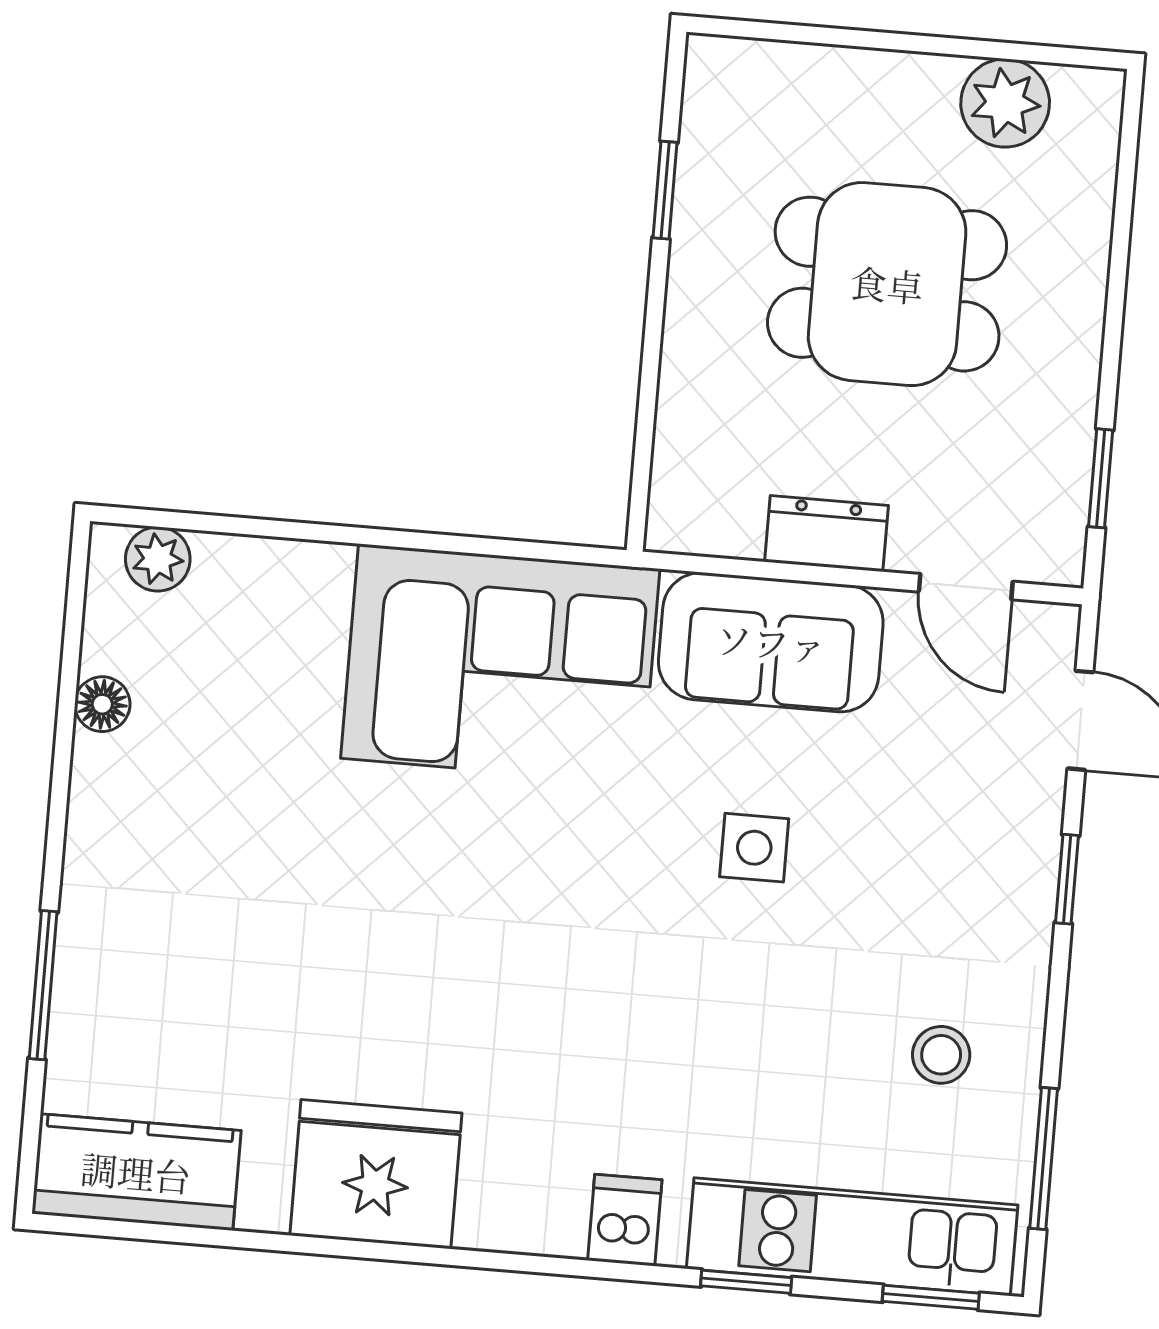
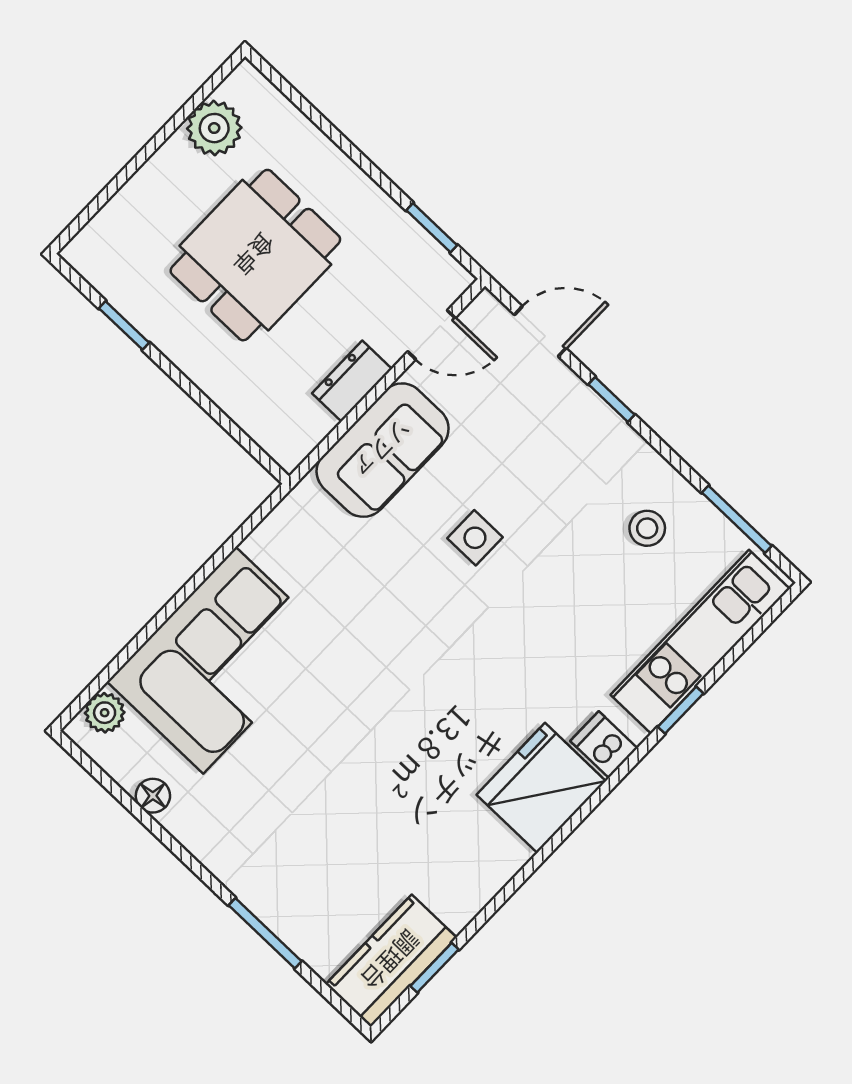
corner sofa: (500, 664) -> (219, 660), moved
fridge: (376, 1174) -> (541, 788), moved
window: (931, 1297) -> (434, 968), moved

